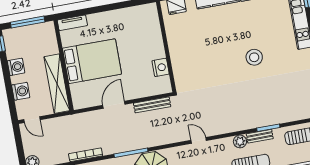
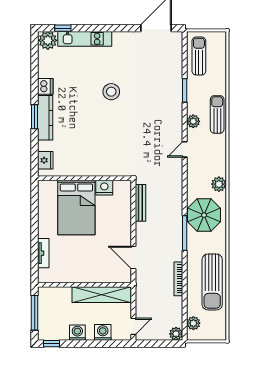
tv unit: (72, 23) -> (43, 253), moved
bed: (92, 61) -> (76, 207), moved, turned 180
door: (114, 105) -> (133, 258), moved
bench: (260, 136) -> (192, 101), removed
door: (199, 140) -> (185, 149), moved

